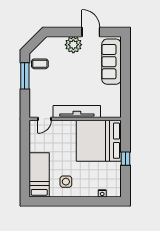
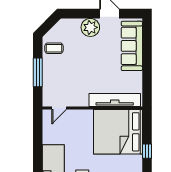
window: (25, 76) -> (38, 72), moved
tv unit: (77, 111) -> (115, 100), moved

